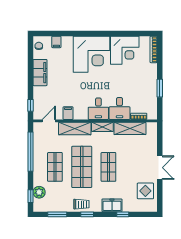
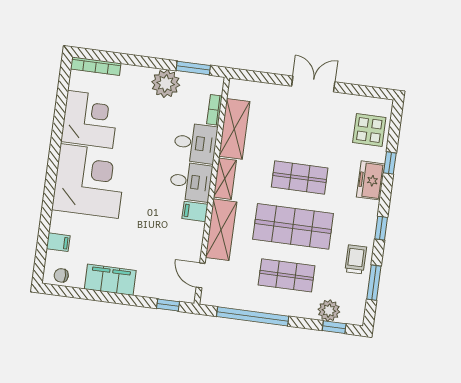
plant: (149, 88) -> (166, 84), added
window: (160, 88) -> (193, 68), moved
filing cabinet: (68, 113) -> (195, 211), moved
display table: (145, 191) -> (369, 130), moved
trolley: (81, 204) -> (356, 259), moved

